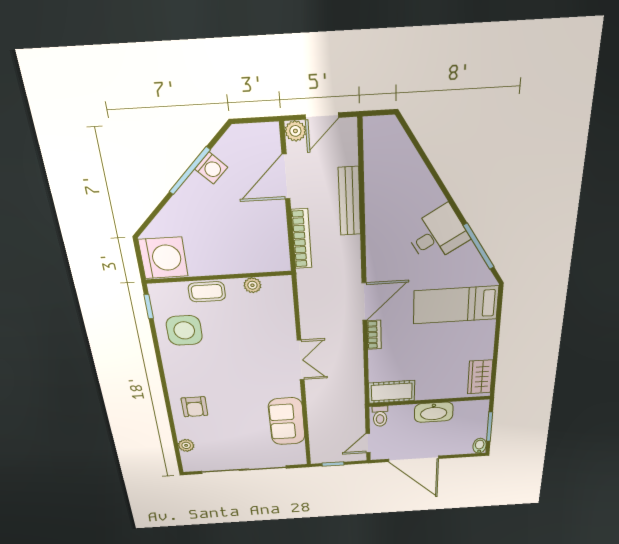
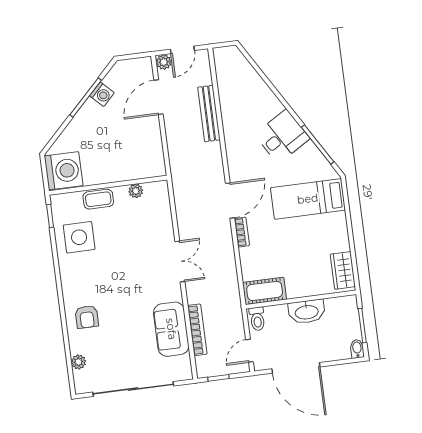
bookcase: (302, 239) -> (197, 330), moved

